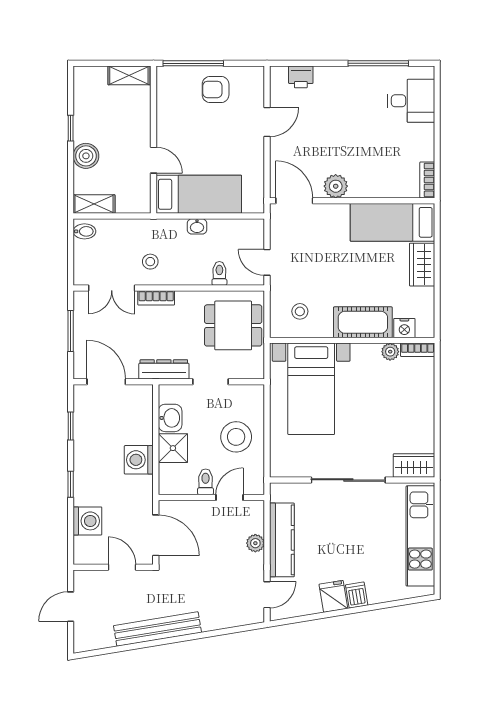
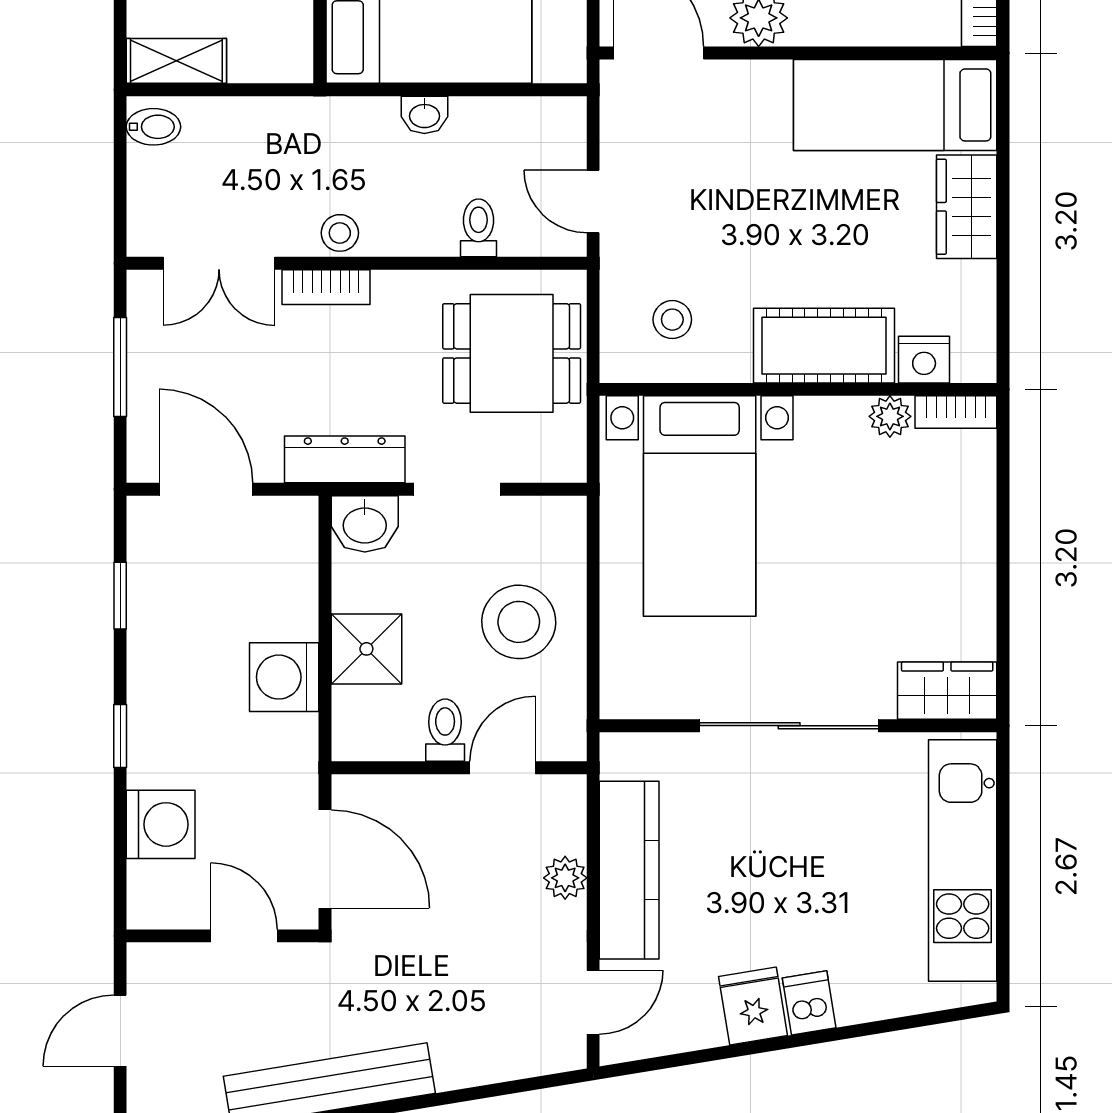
stool: (150, 262) -> (340, 233), moved
washbasin: (170, 418) -> (365, 524), moved, turned 90

